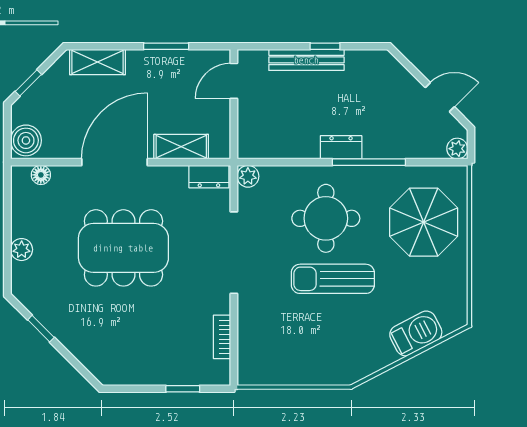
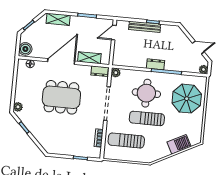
plant: (22, 250) -> (18, 107), moved
sun lounger: (289, 336) -> (126, 140), added

